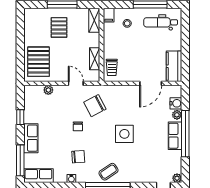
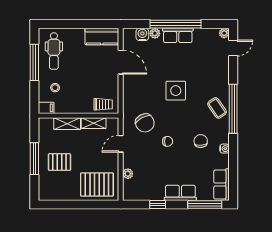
shelving: (94, 20) -> (67, 124), moved

